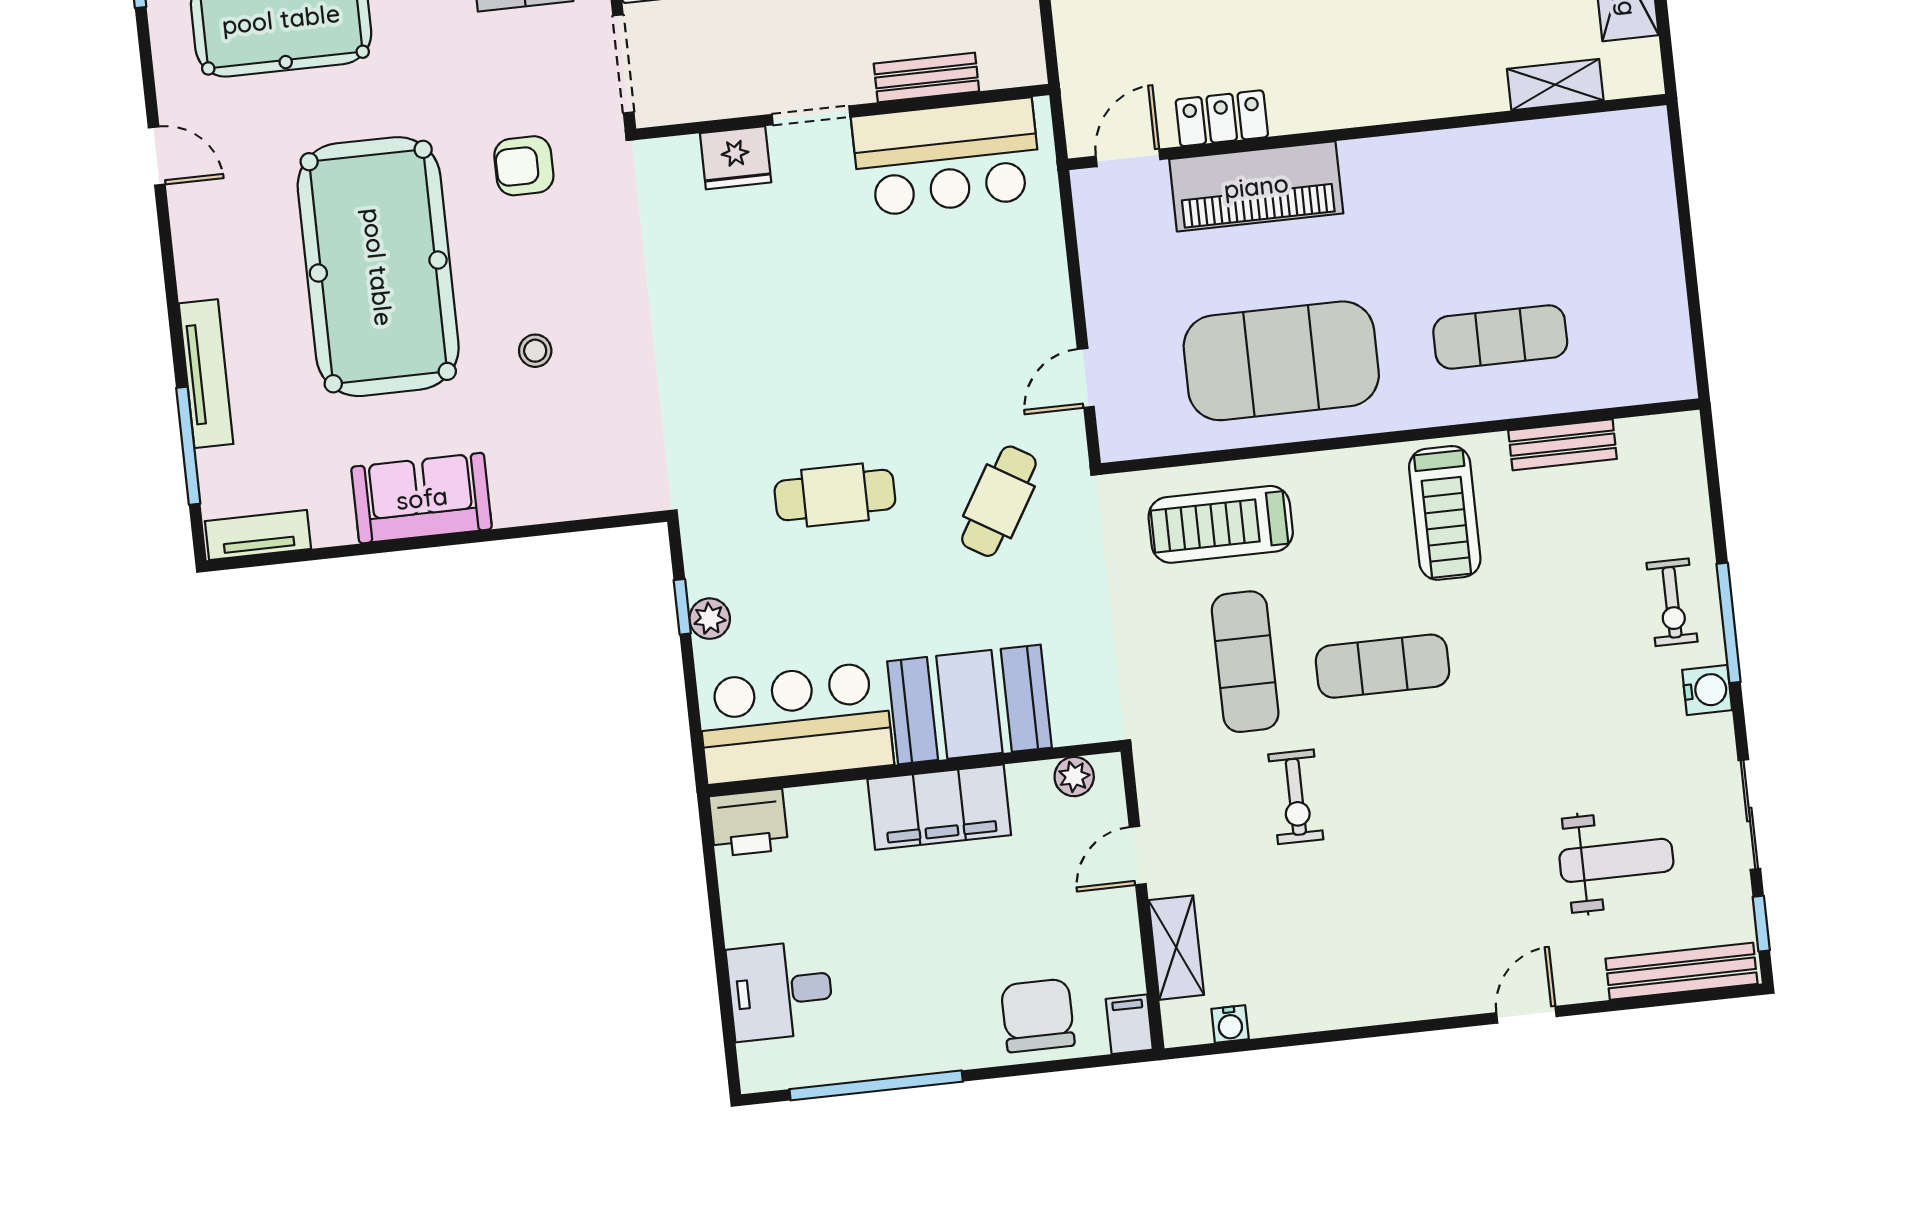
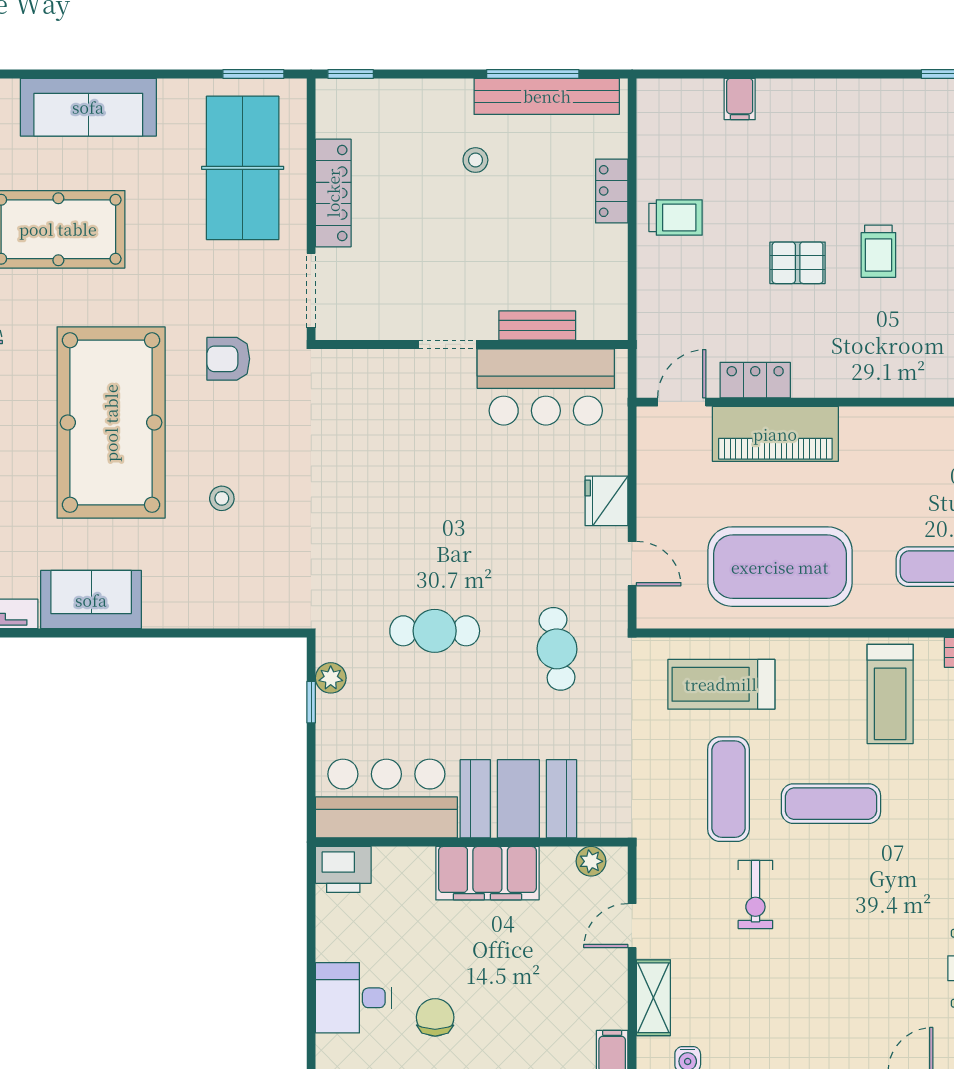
fridge: (736, 158) -> (606, 501), moved, turned 90
door: (1086, 378) -> (632, 564), swing flipped
sofa: (422, 498) -> (91, 600), moved
cafe table: (999, 501) -> (557, 649), turned -39
plant: (710, 619) -> (331, 678), moved
chair: (1038, 1015) -> (435, 1017), moved, width x0.73, depth x0.73

